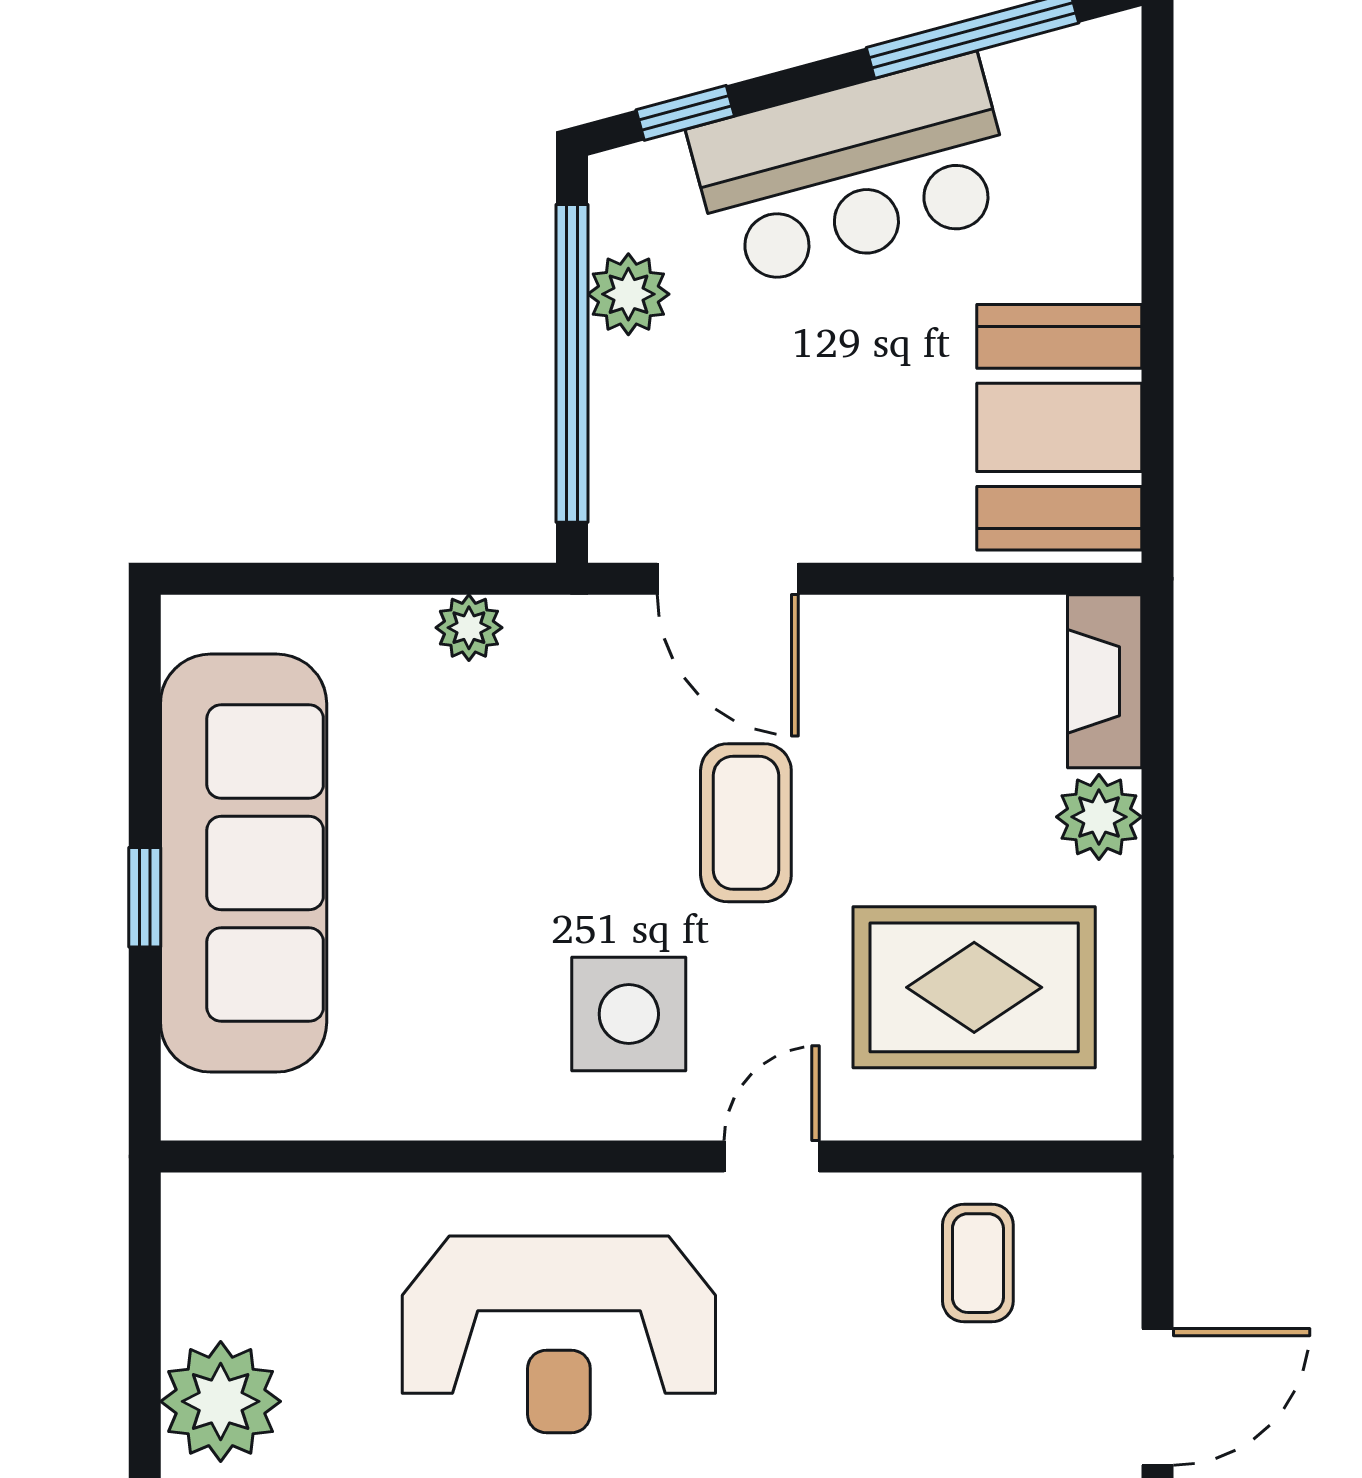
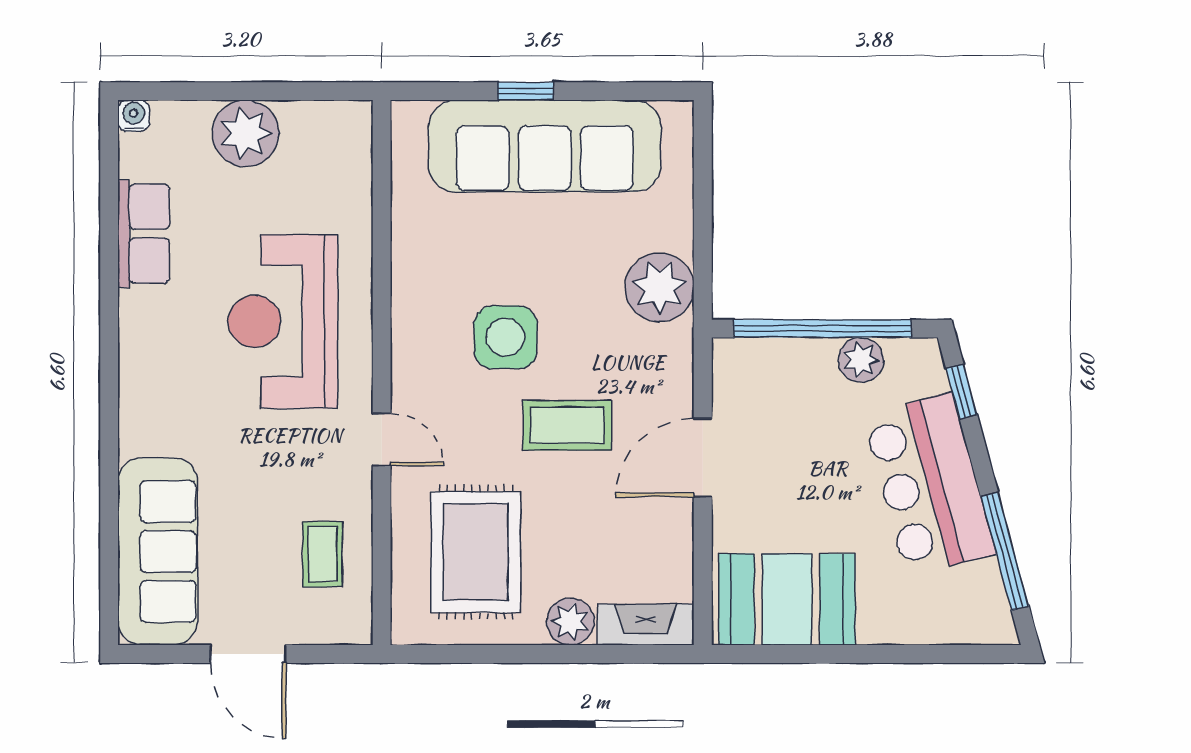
door: (728, 579) -> (703, 458), moved
plant: (469, 628) -> (659, 287), width x1.88, depth x1.88
side table: (629, 1014) -> (506, 337), moved
coffee table: (978, 1263) -> (322, 554), turned 90

